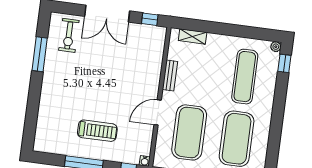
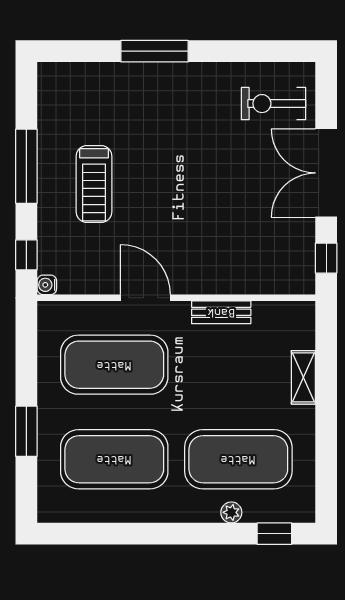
shelving: (193, 36) -> (303, 377), moved
plant: (276, 47) -> (231, 512), moved
window: (40, 54) -> (155, 51), moved
exercise mat: (245, 77) -> (238, 459), width x1.47

